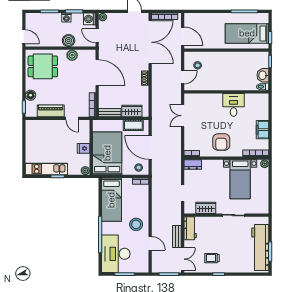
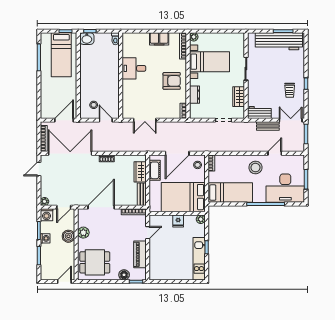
dining table: (43, 66) -> (95, 262), turned 90
washbasin: (263, 75) -> (87, 39), moved
dresser: (193, 164) -> (194, 95), moved

